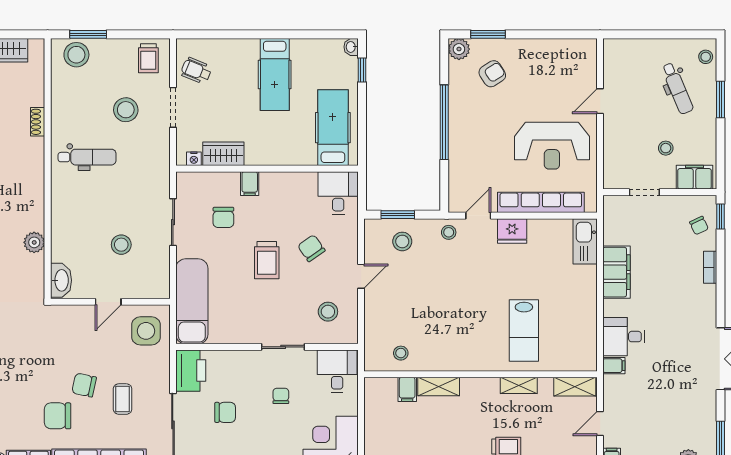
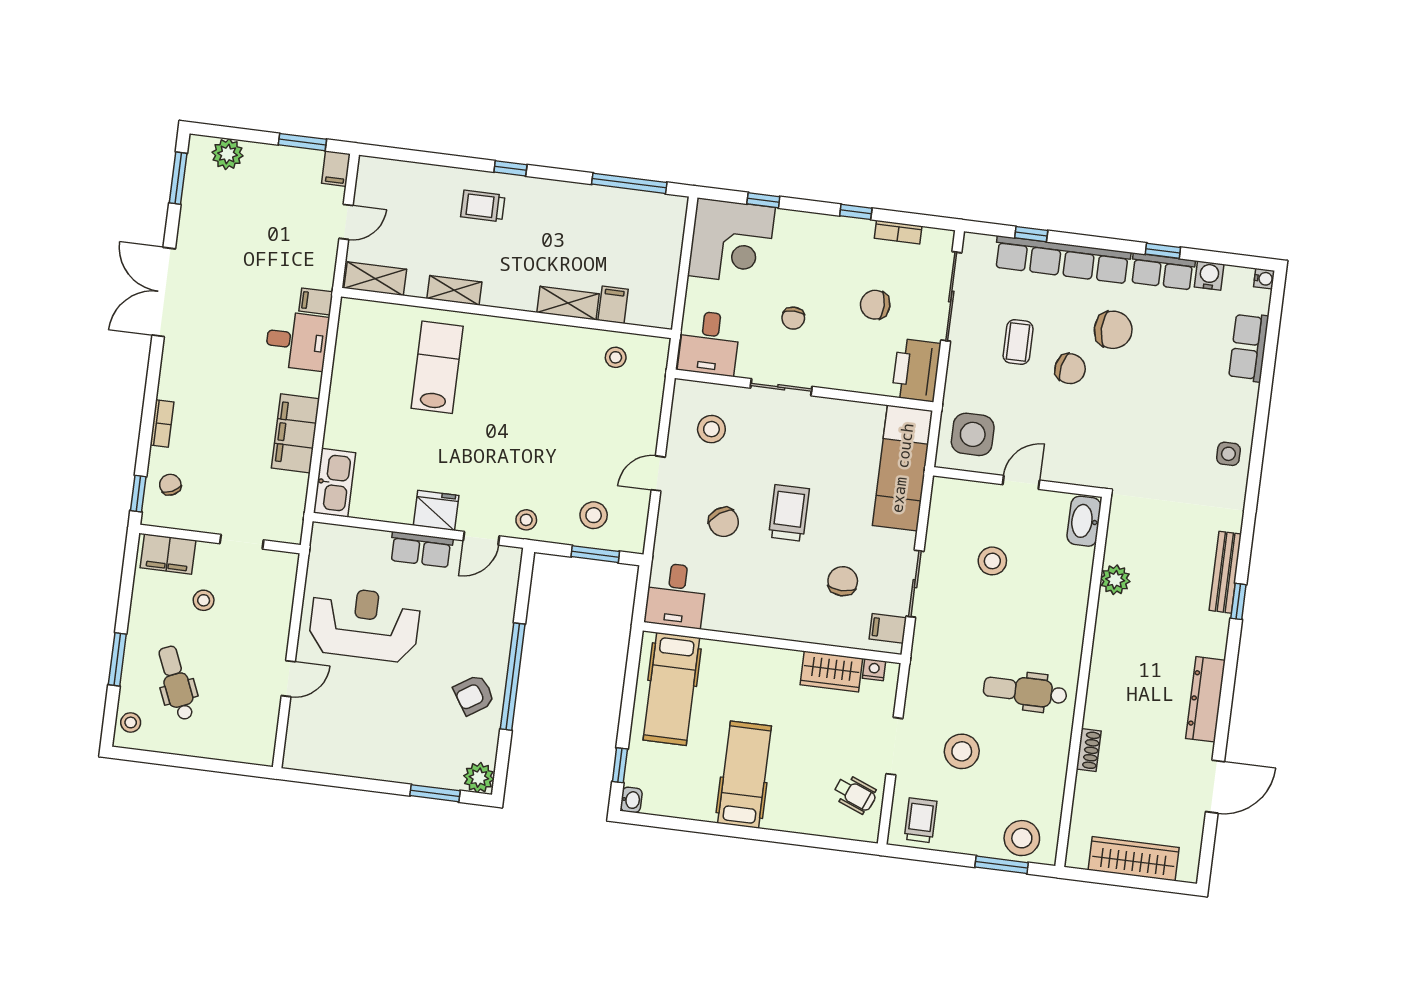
armchair: (492, 74) -> (474, 695), moved
filing cabinet: (250, 184) -> (888, 628), moved, turned -90
row of seats: (541, 202) -> (421, 550), width x0.50

